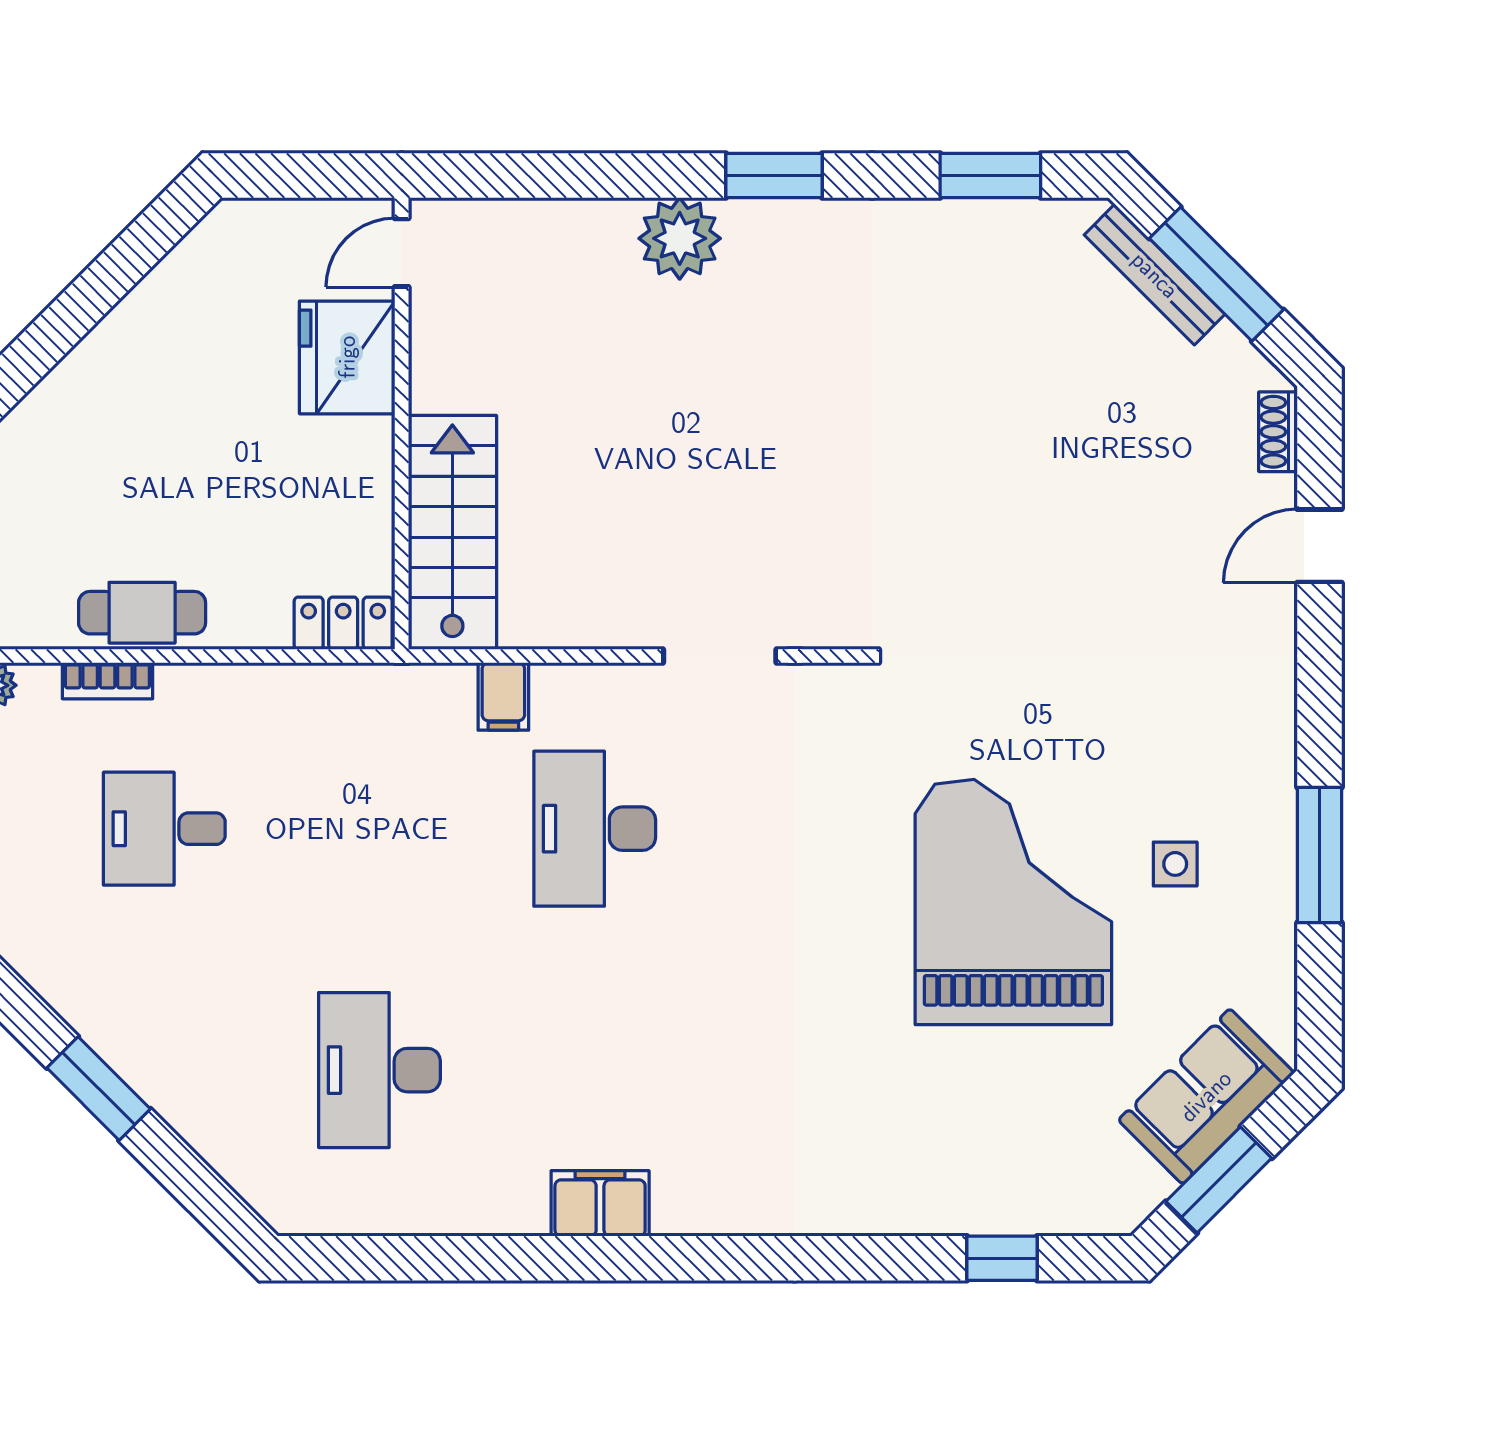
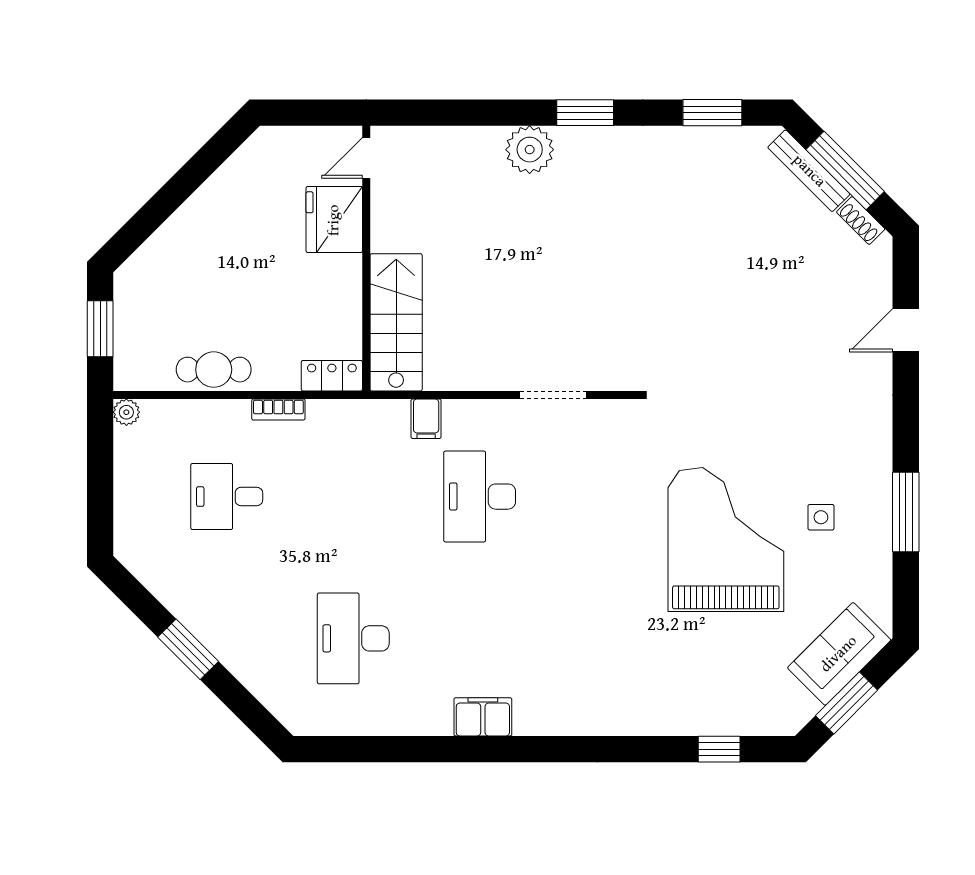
shoe rack: (1278, 432) -> (861, 220), moved, turned -45
bookcase: (107, 681) -> (278, 410), moved

